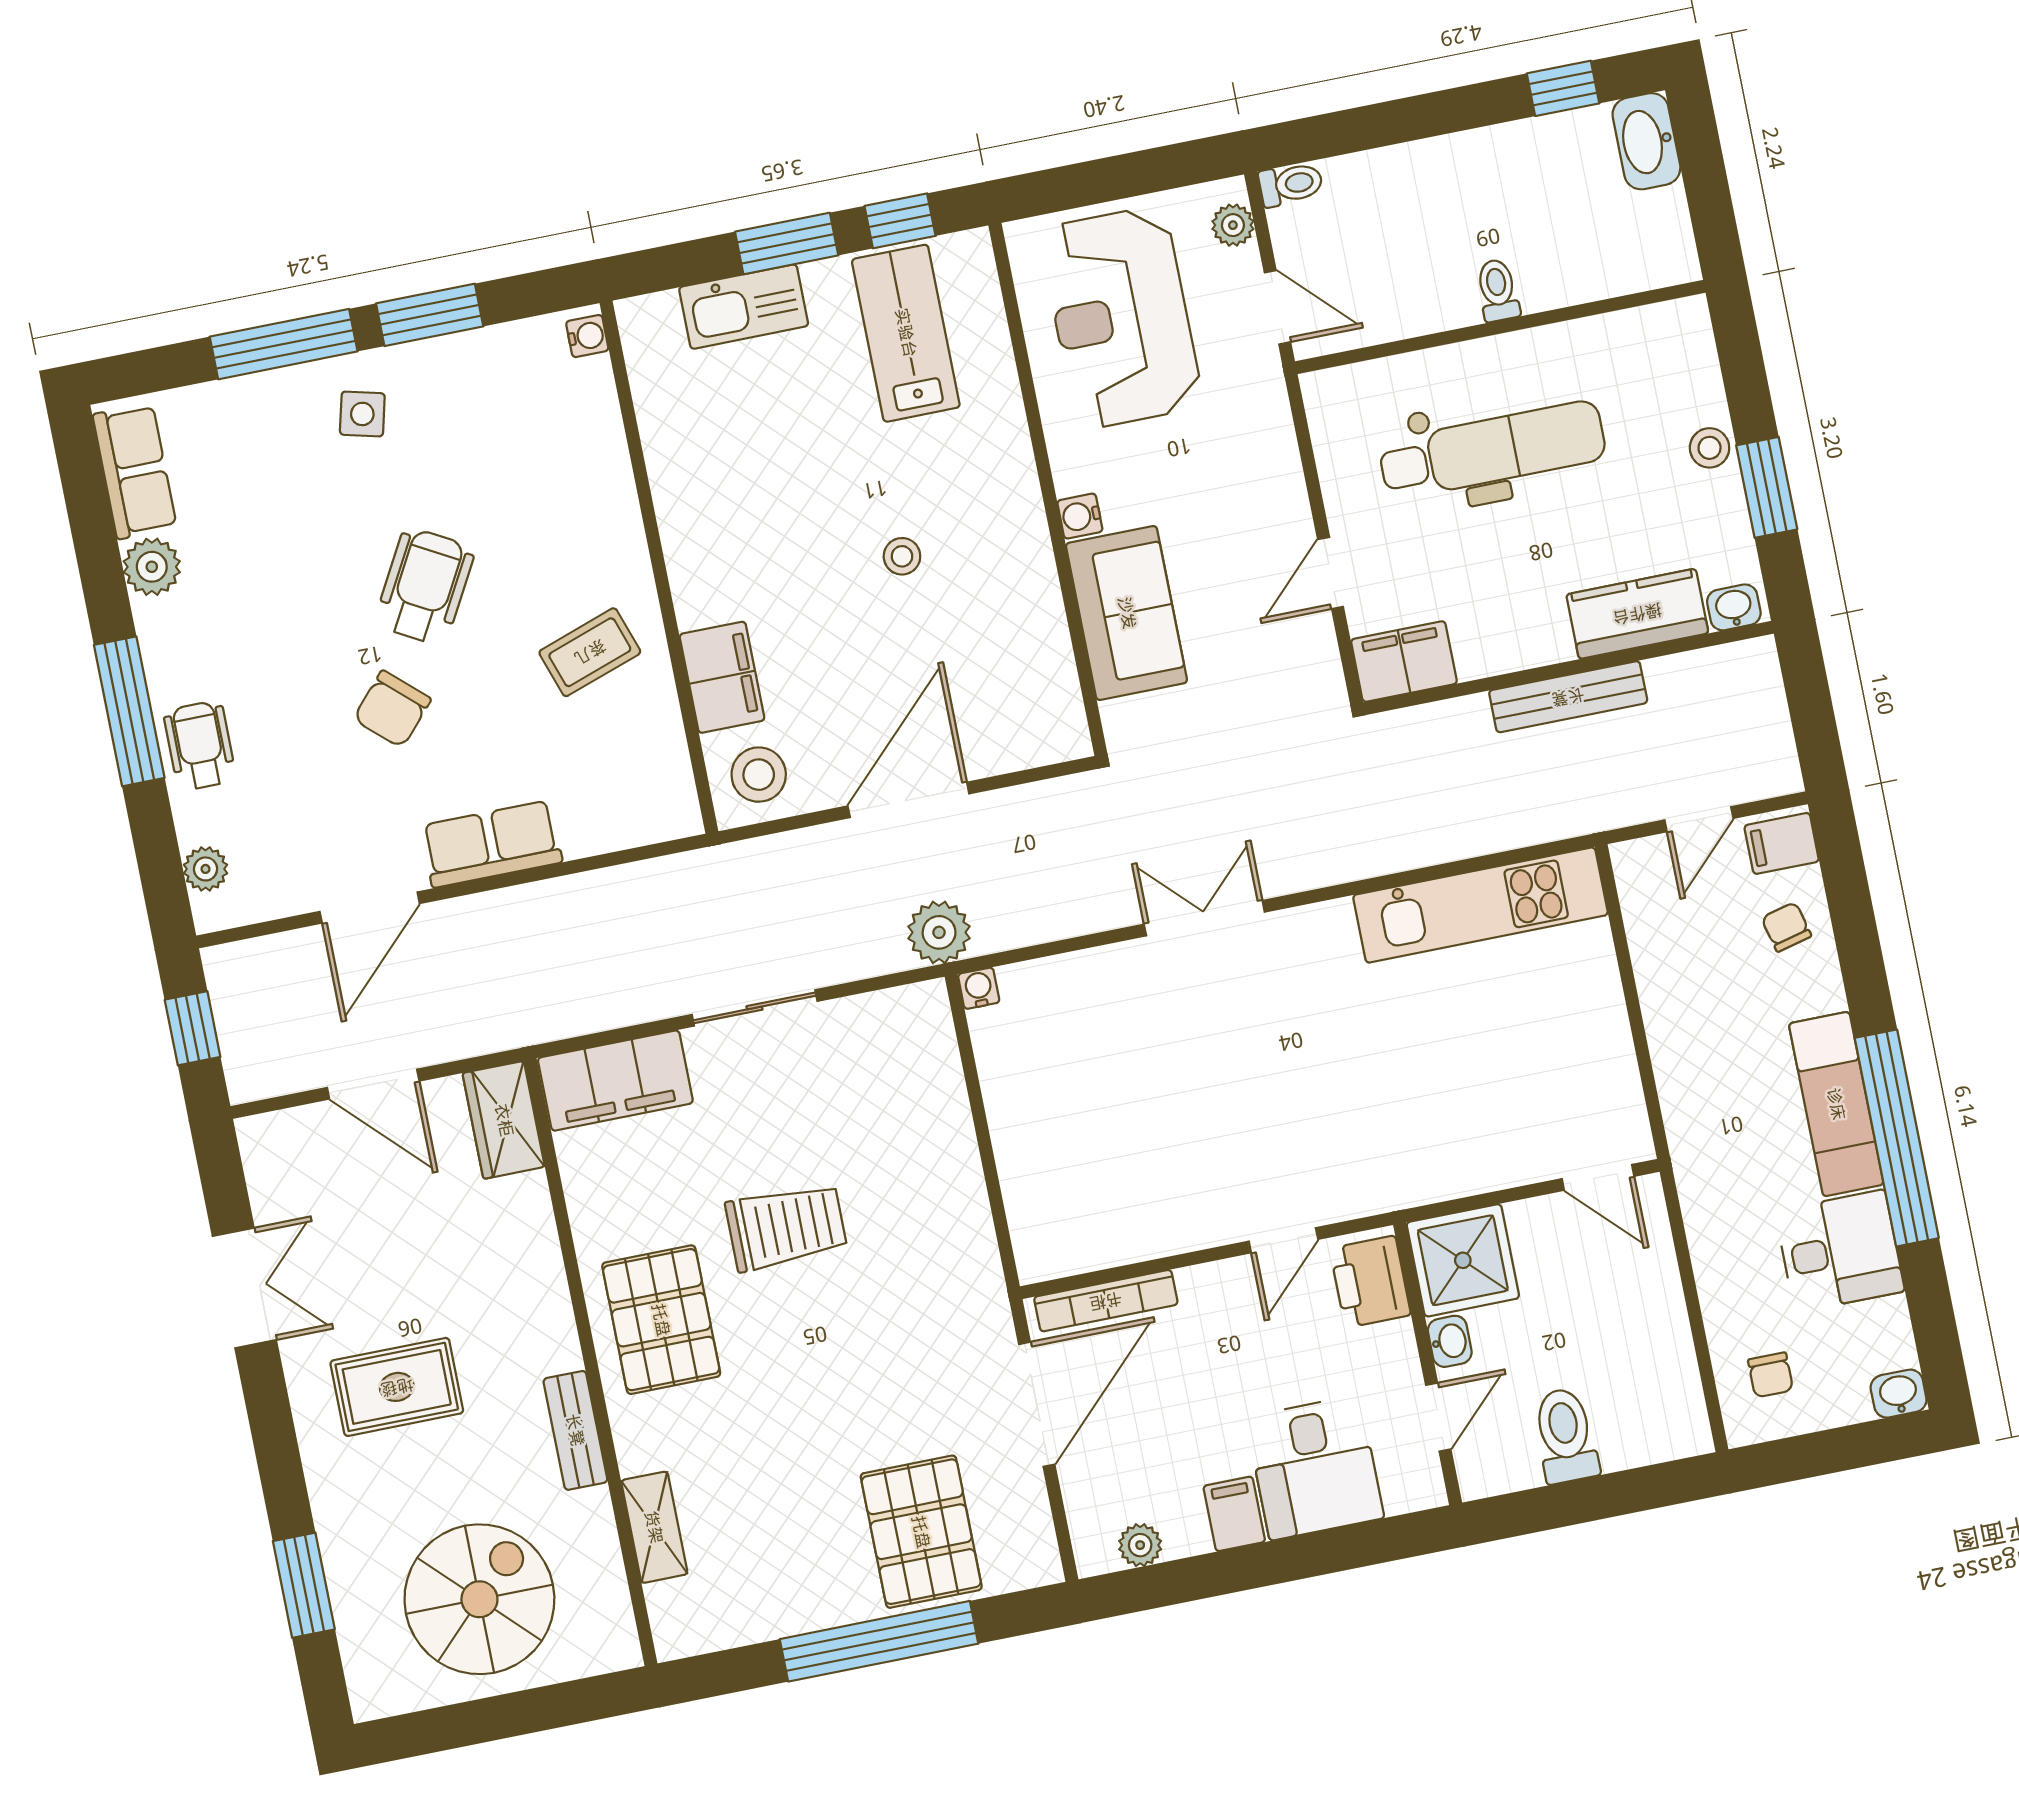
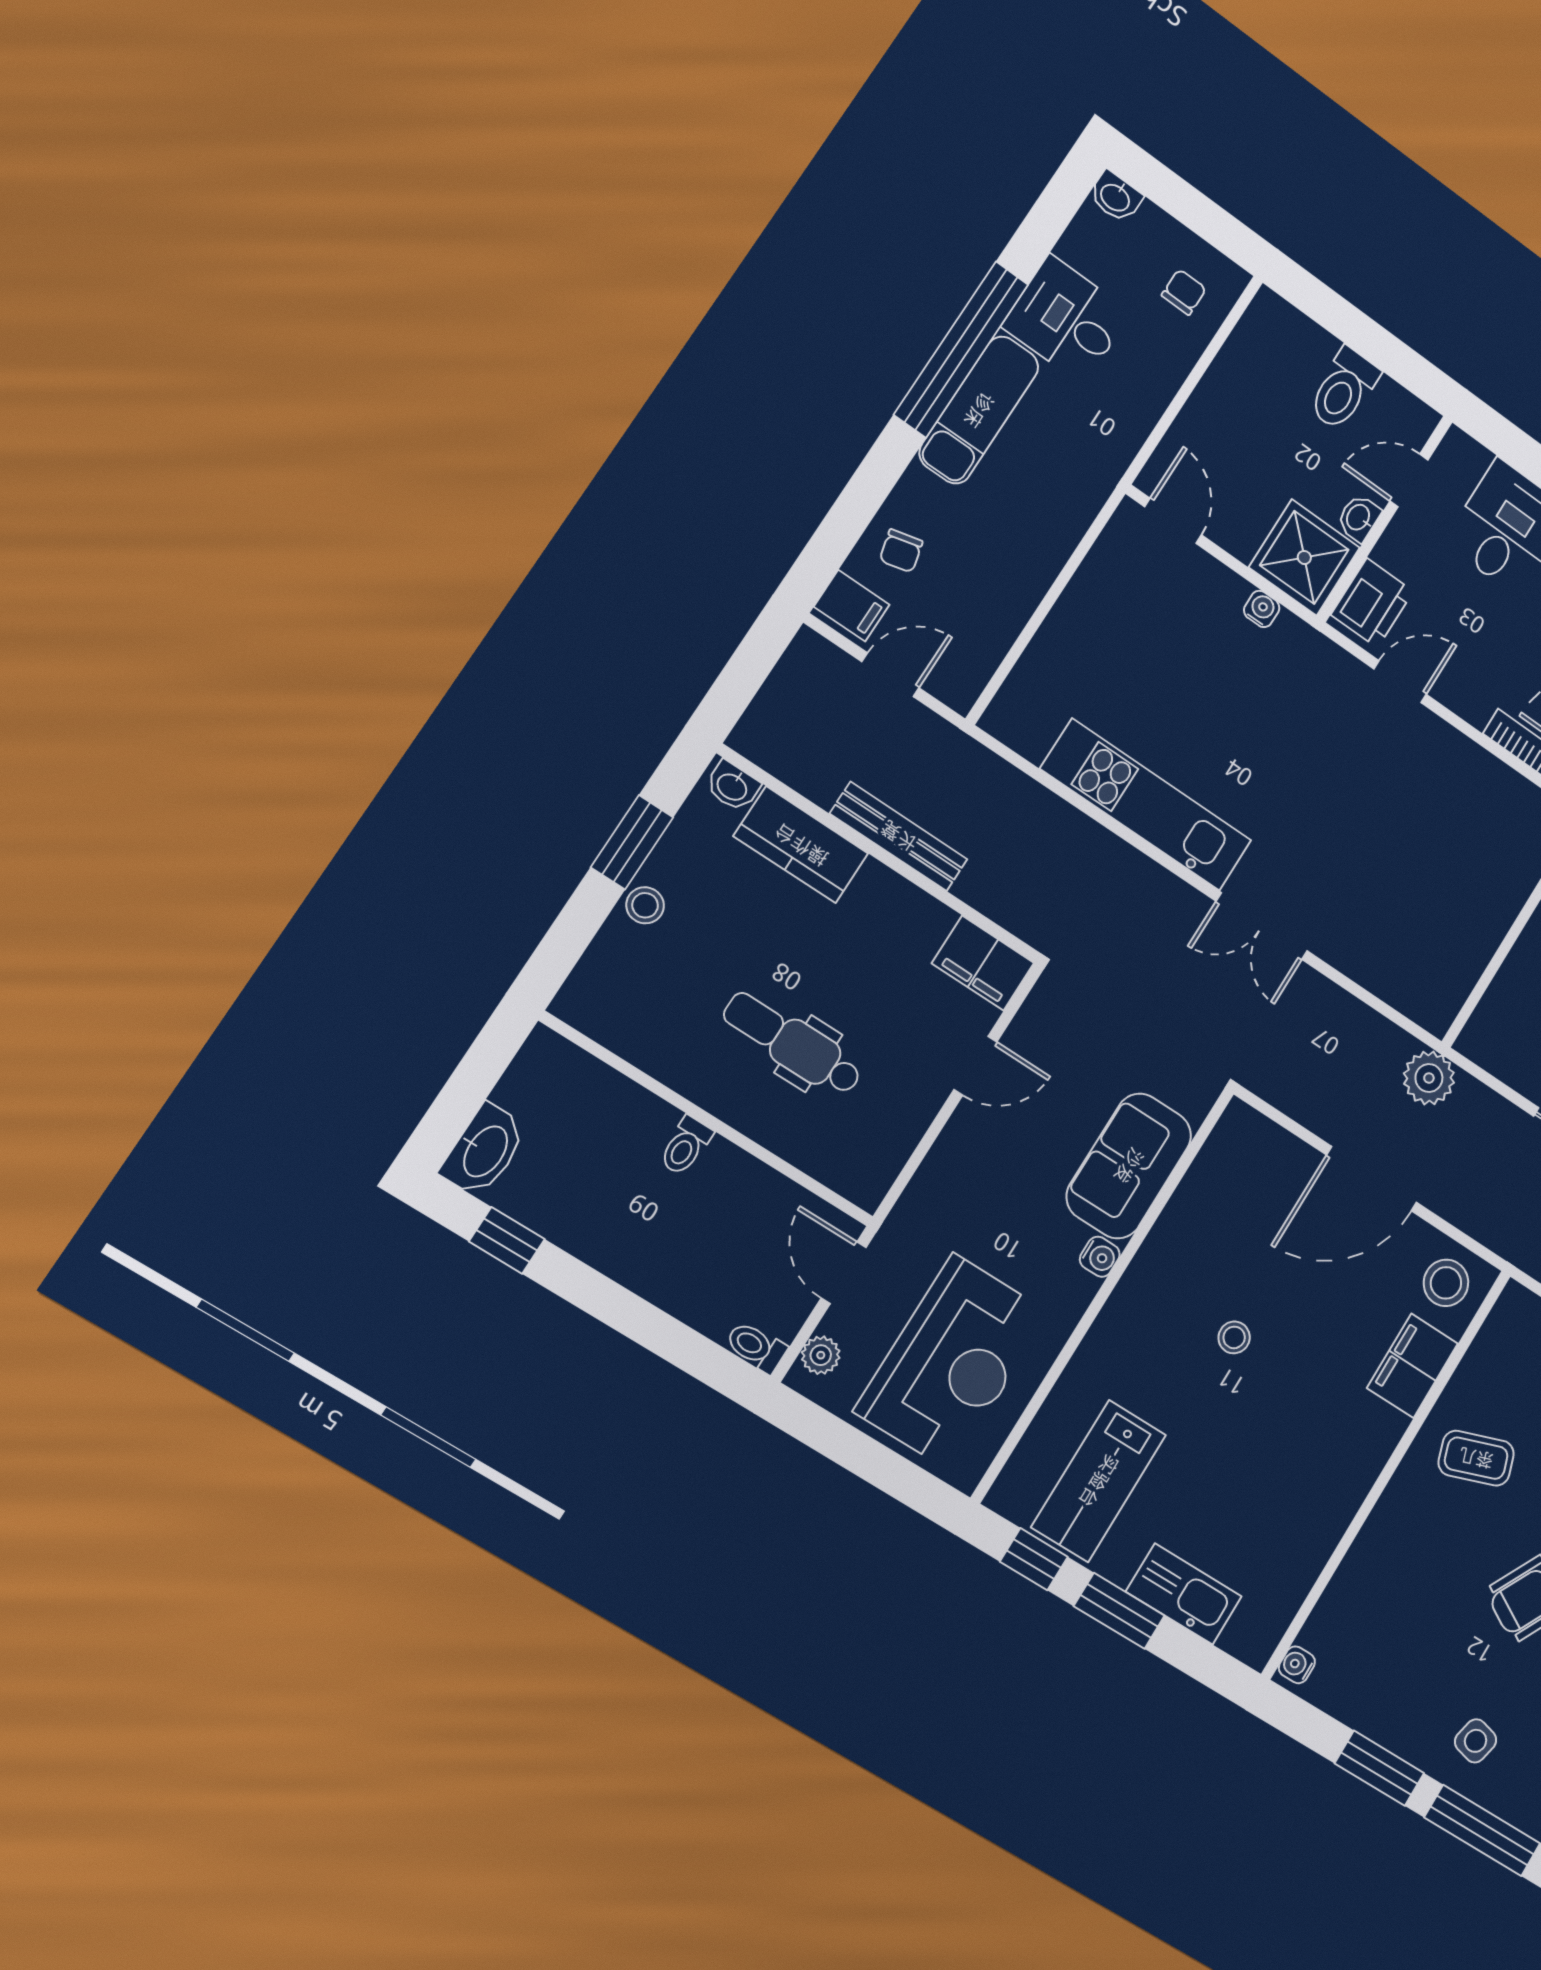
dental chair: (1492, 450) -> (793, 1044), width x0.73, depth x0.72
kitchen unit: (1480, 905) -> (1146, 805), moved
water cooler: (979, 988) -> (1262, 609), moved, turned 180

